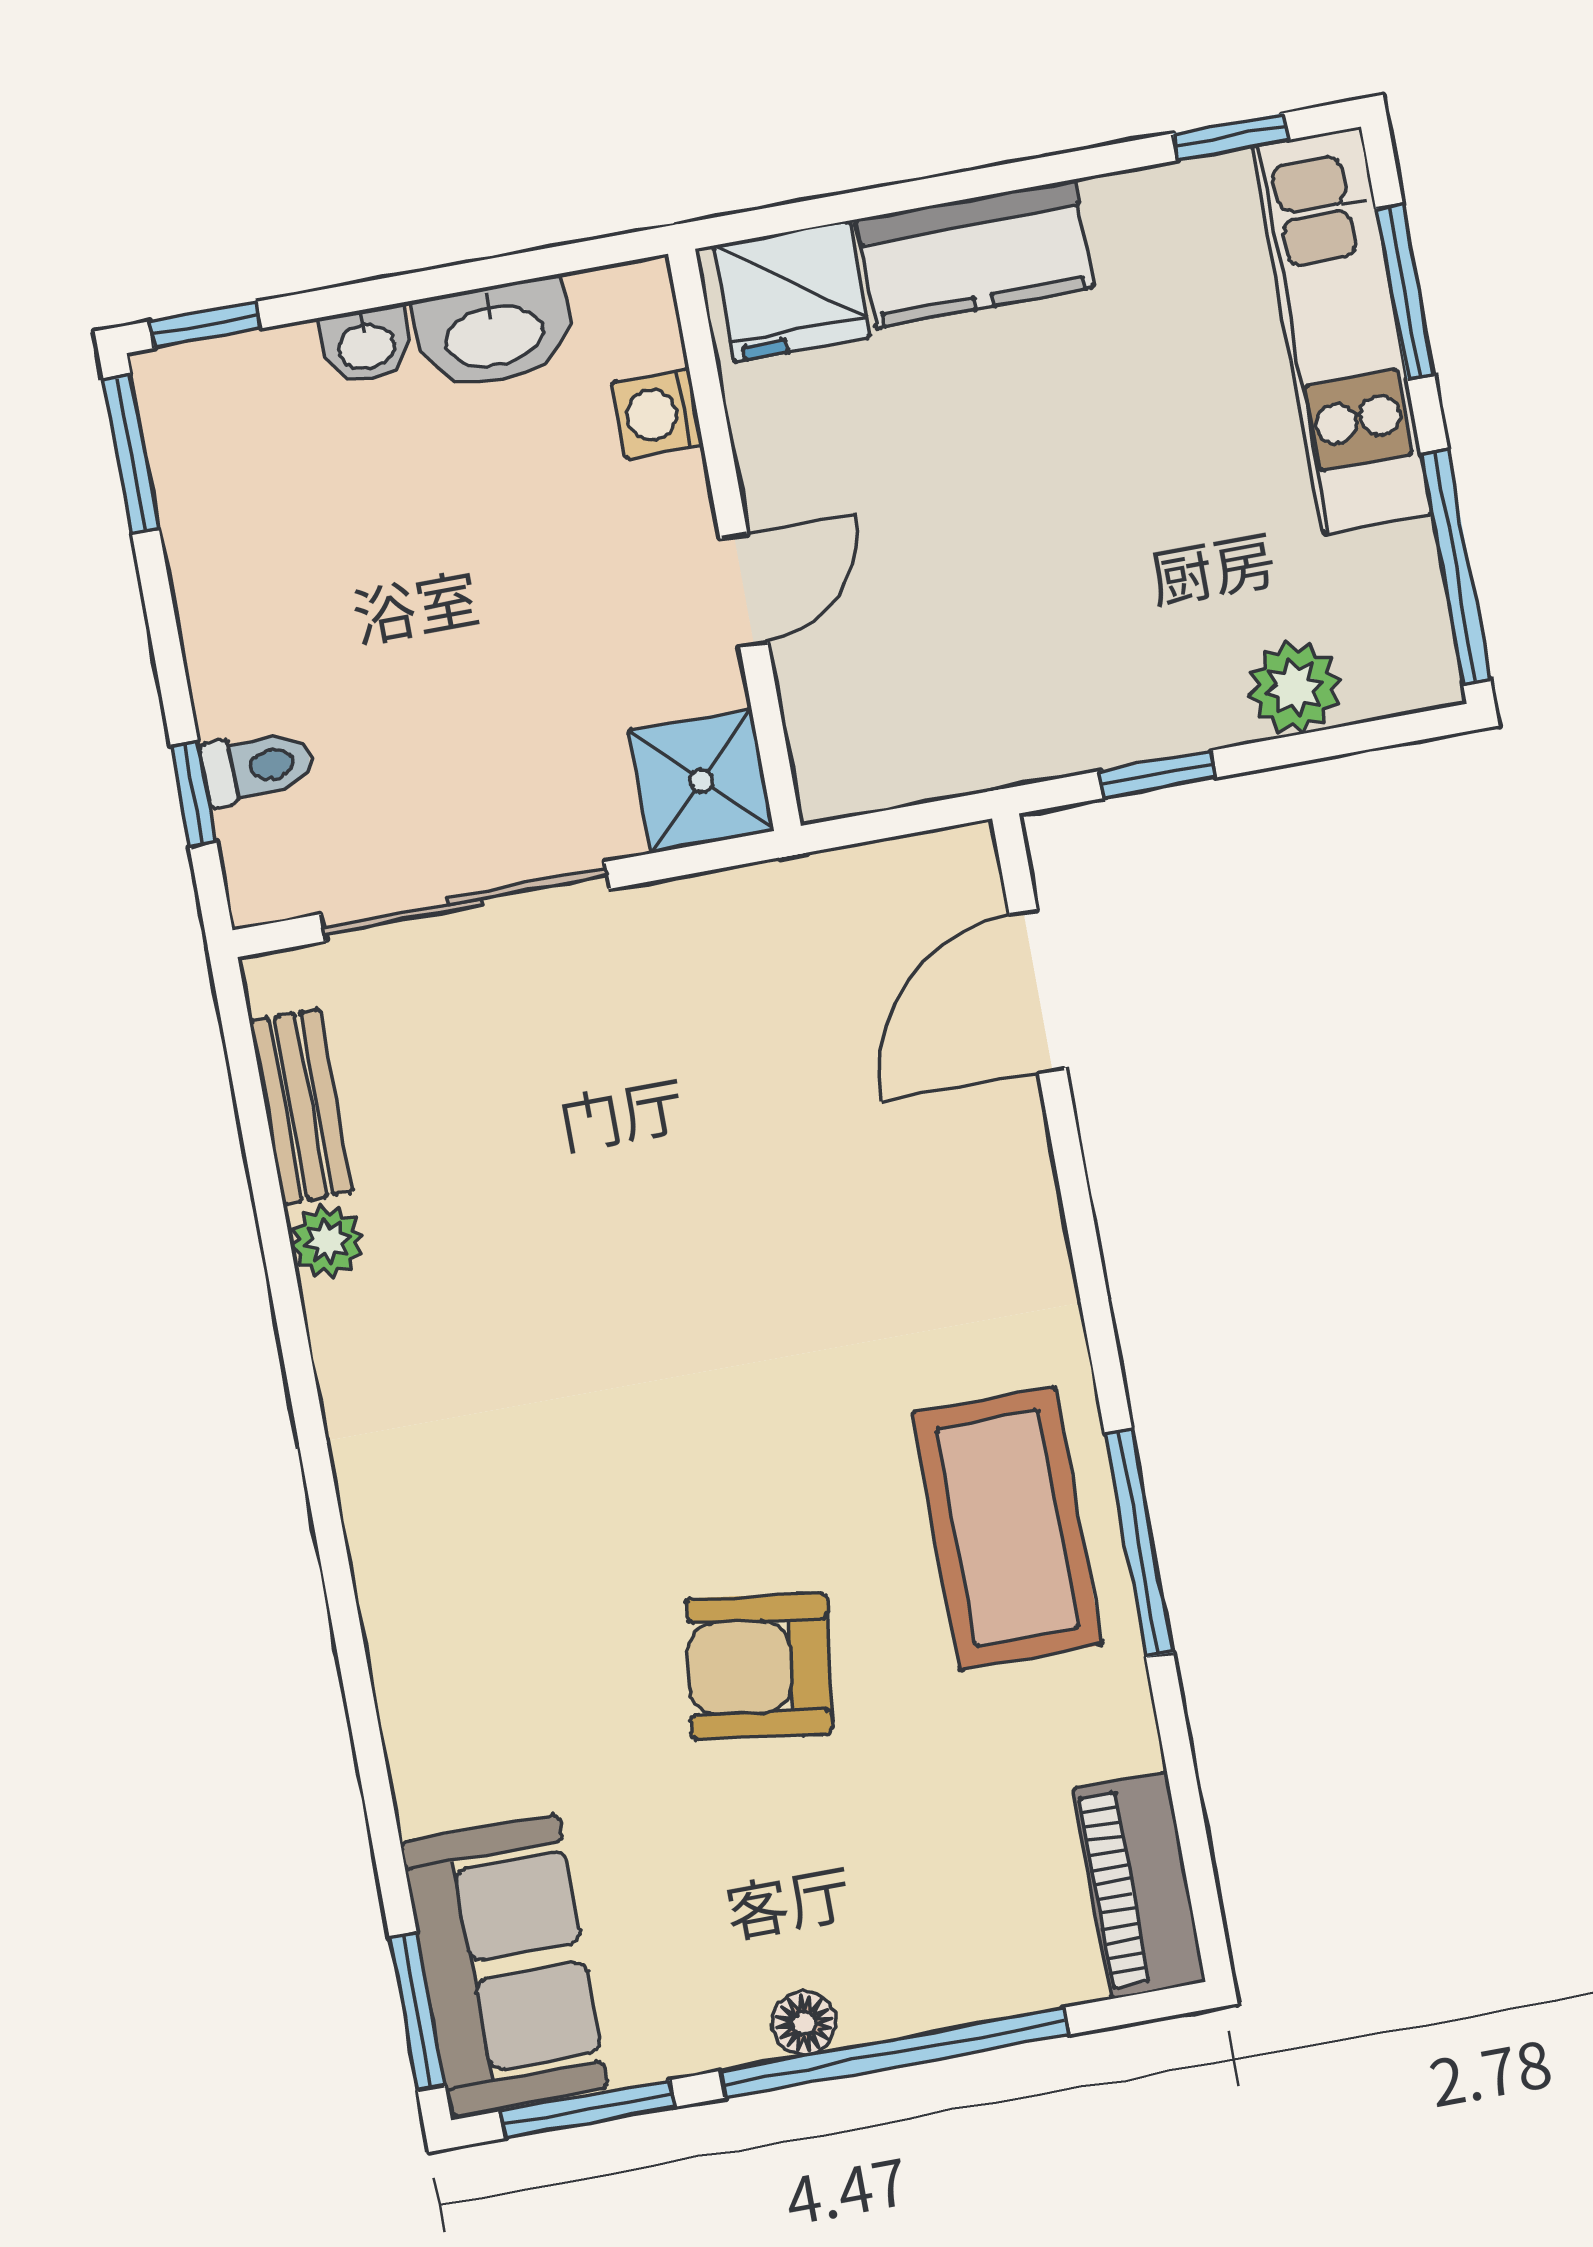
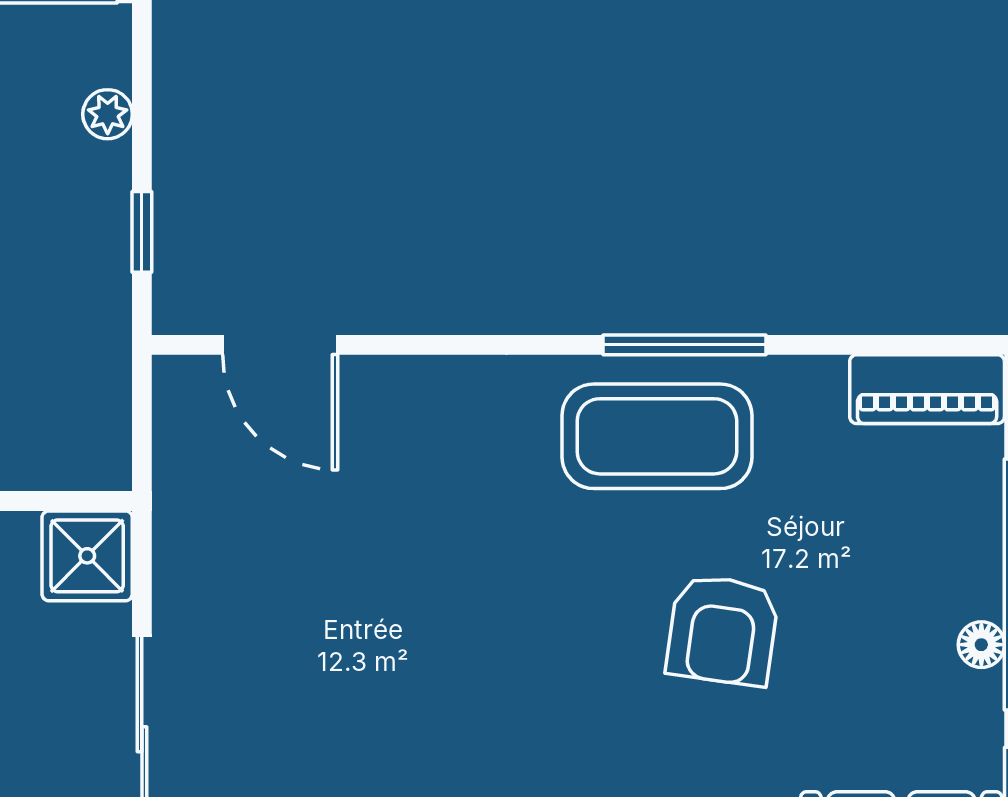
plant: (1294, 688) -> (108, 114), width x0.73, depth x0.73

